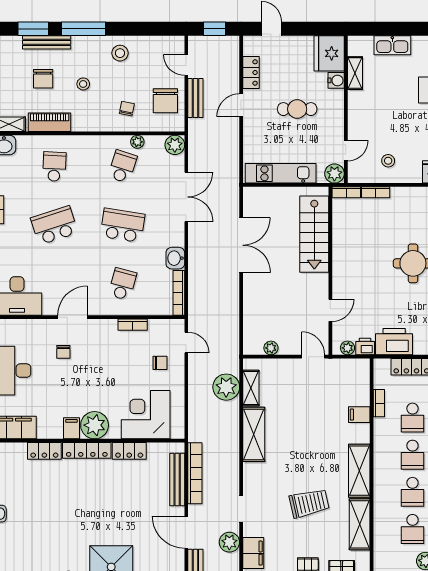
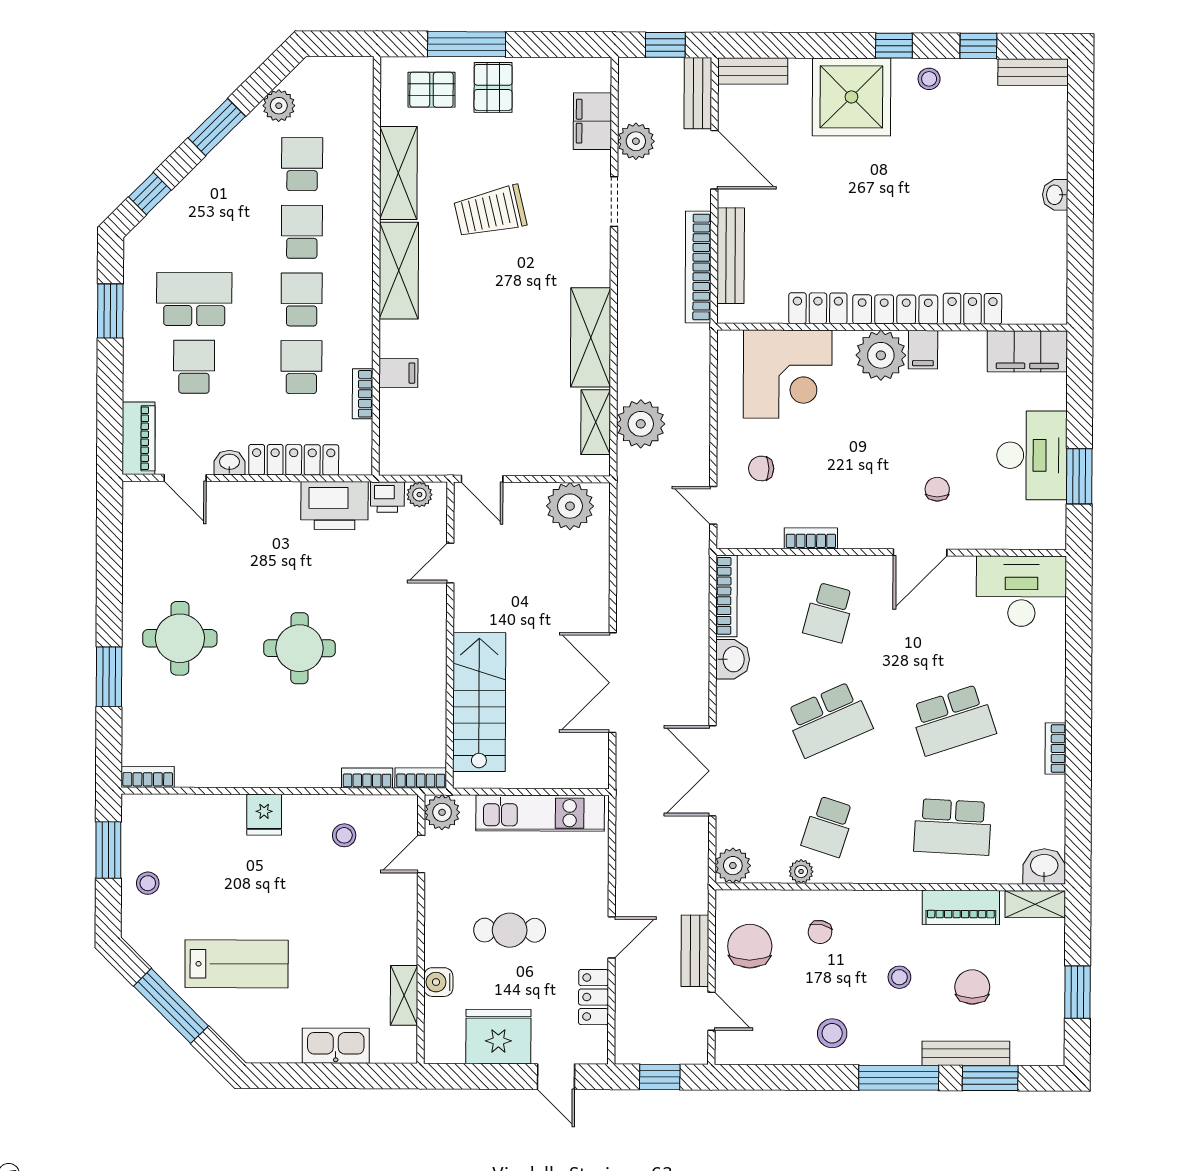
fridge: (329, 53) -> (498, 1037), moved, turned -90
school desk: (54, 167) -> (953, 827), width x1.85
school desk: (123, 225) -> (829, 719), turned -33
plant: (271, 348) -> (570, 506), width x1.88, depth x1.88

